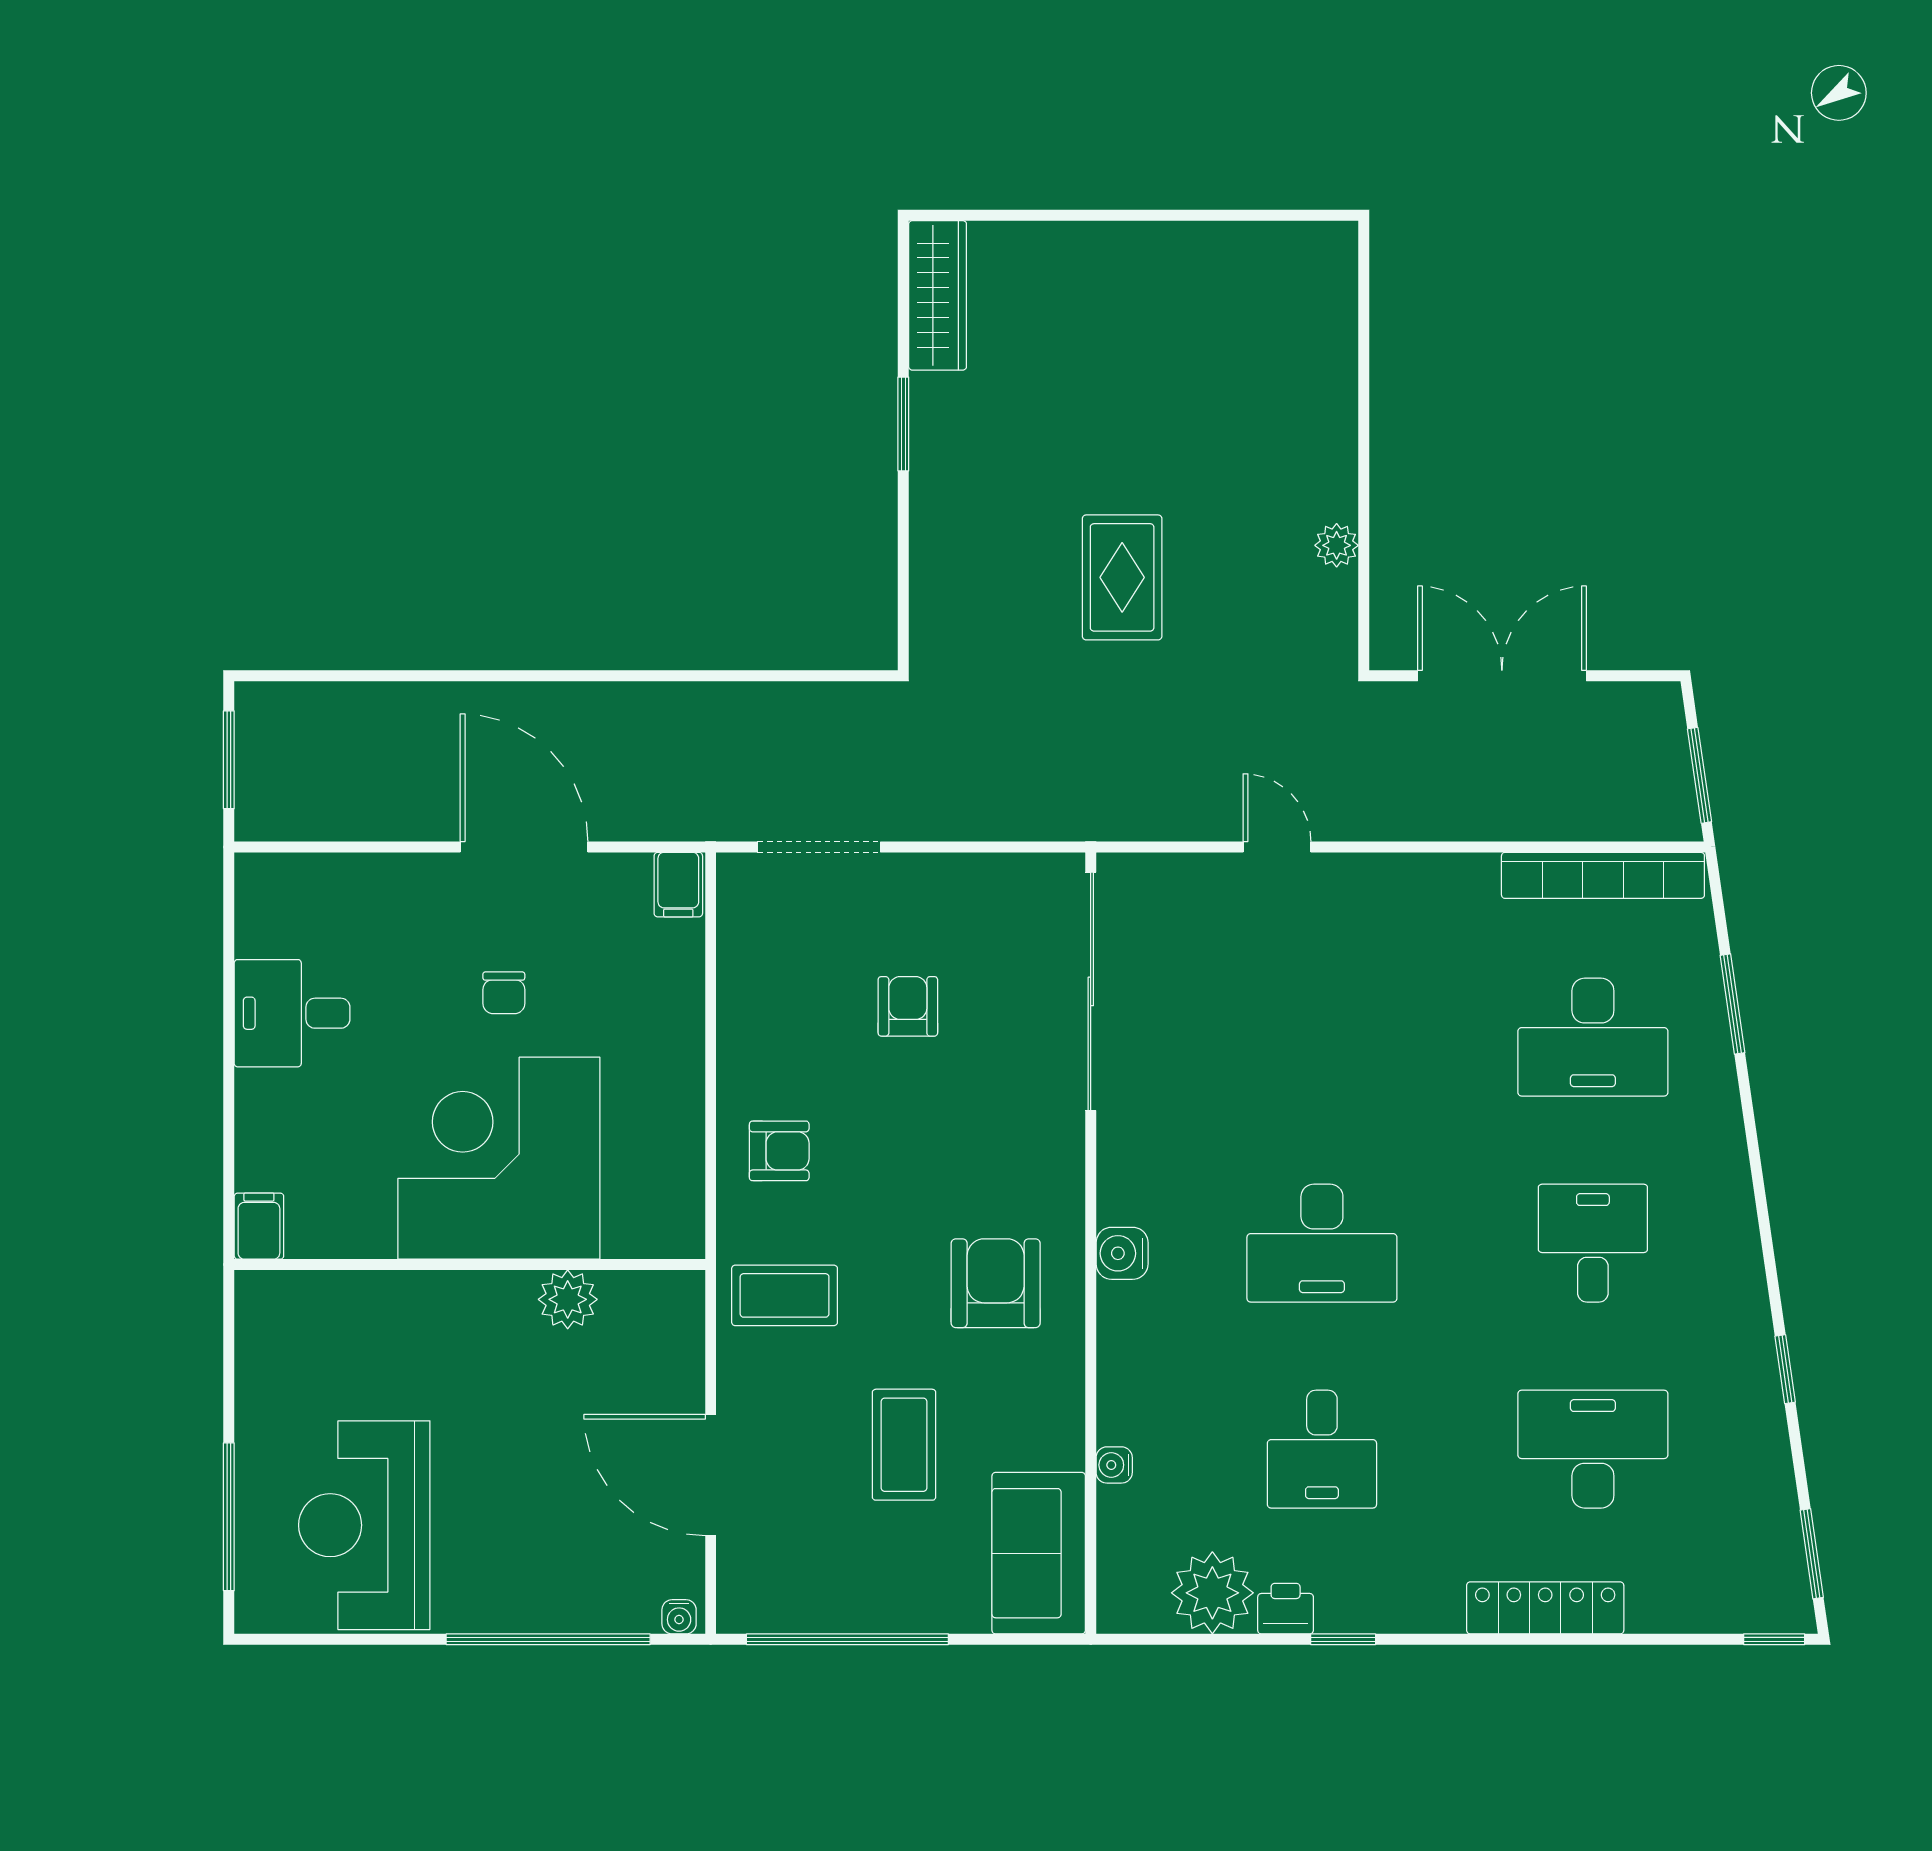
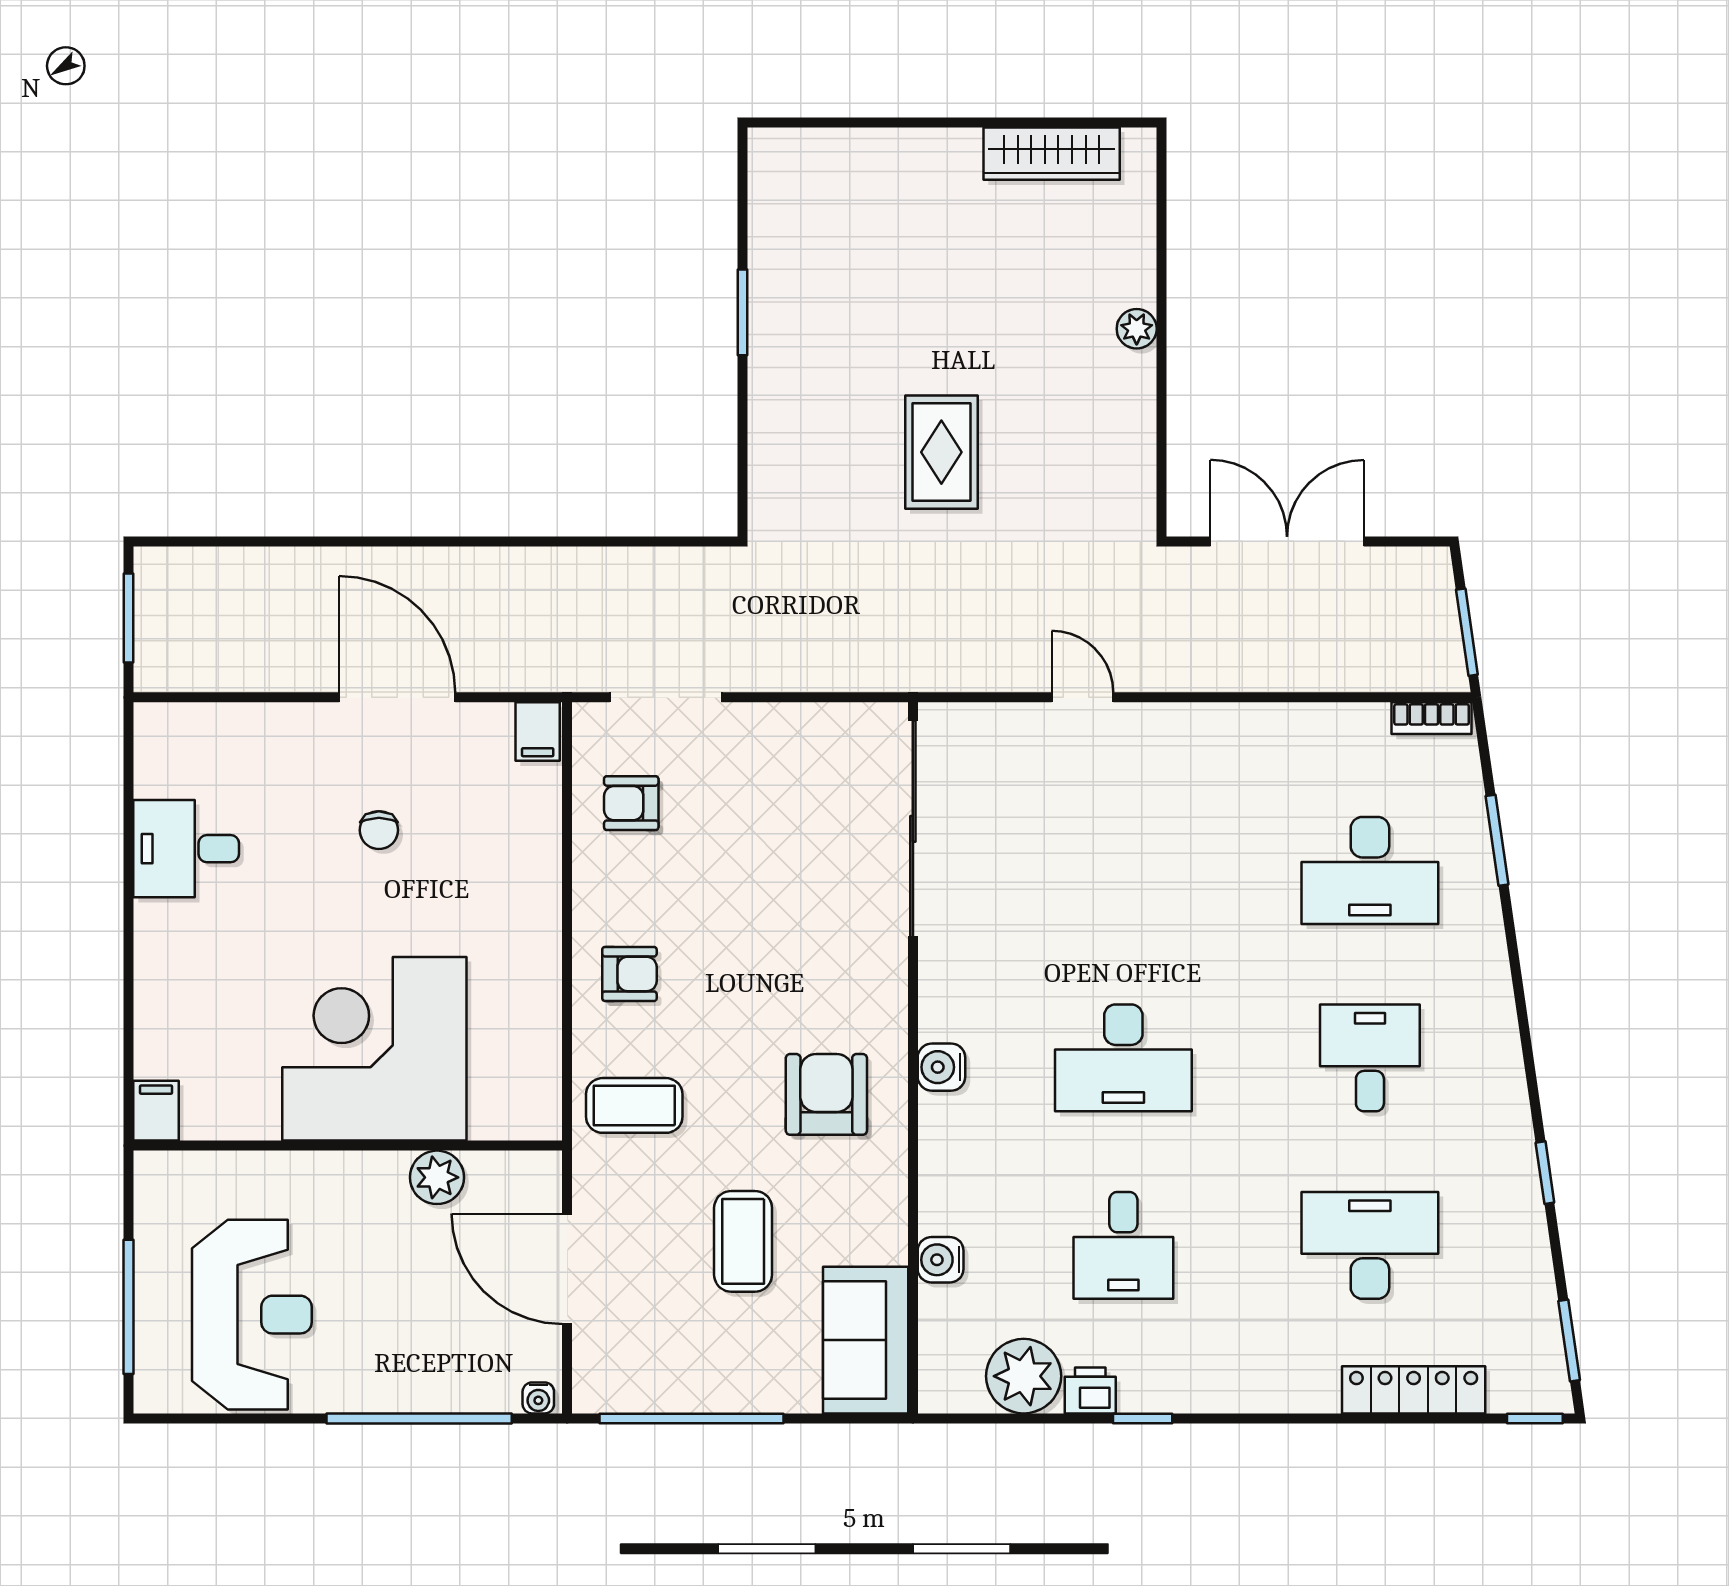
wardrobe: (938, 295) -> (1052, 154), moved, turned 90
plant: (1337, 545) -> (1137, 329), moved
bookcase: (1603, 875) -> (1432, 718), width x0.43, depth x0.76
armchair: (908, 1006) -> (631, 803), moved, turned -90
corner desk: (499, 1158) -> (374, 1049), moved
filing cabinet: (259, 1226) -> (156, 1111), moved
wall: (470, 1265) -> (348, 1146), moved
plant: (568, 1299) -> (437, 1177), moved
water cooler: (1114, 1465) -> (941, 1260), width x1.38, depth x1.38
reception desk: (364, 1525) -> (252, 1315), turned 180
locker: (1545, 1608) -> (1414, 1390), moved

